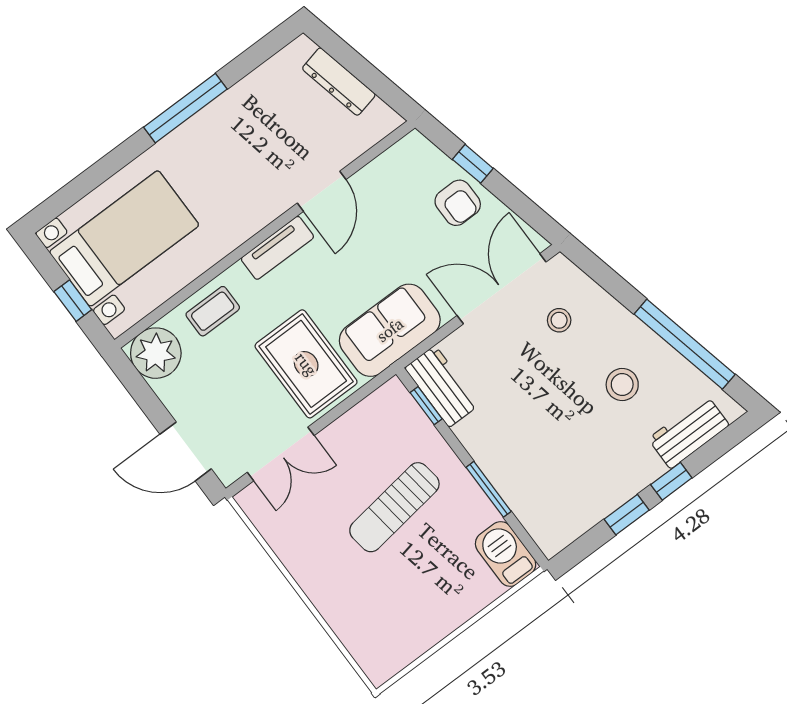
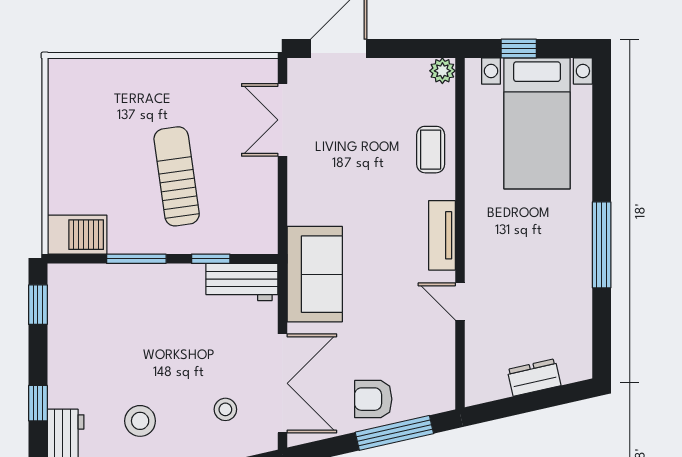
dresser: (339, 82) -> (534, 377), width x0.70
window: (473, 164) -> (394, 433), width x2.17
door: (322, 191) -> (460, 302), width x0.73
plant: (156, 353) -> (442, 71), width x0.53, depth x0.53
rug: (306, 364) -> (337, 191), removed
window: (426, 406) -> (211, 259), moved
window: (627, 515) -> (38, 305), moved

